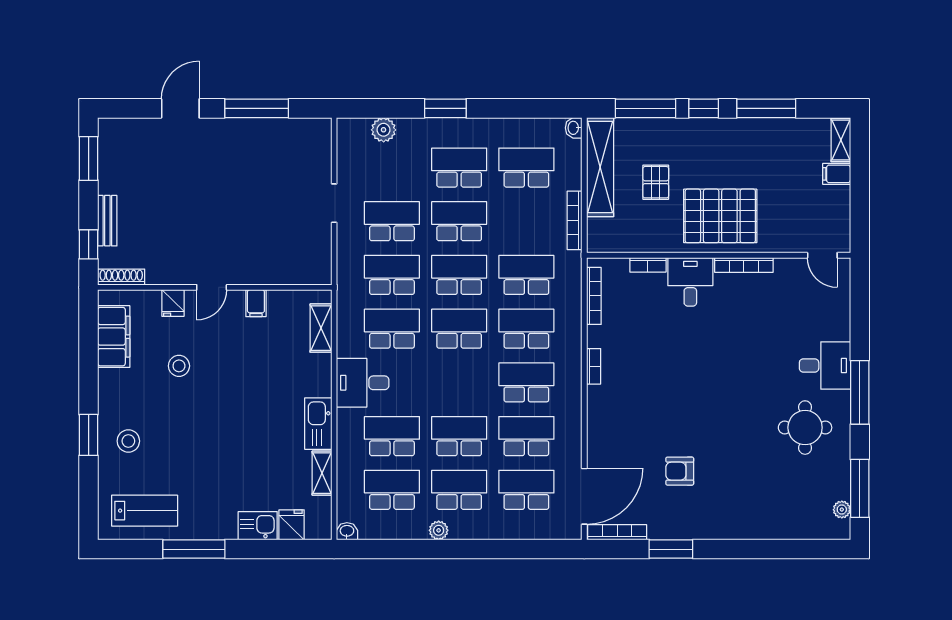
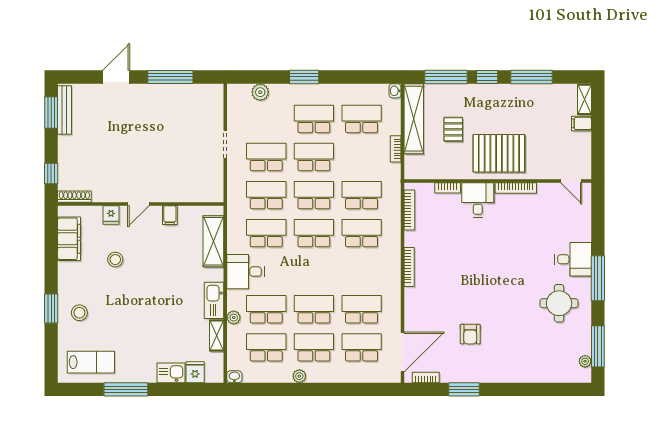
bookcase: (574, 220) -> (396, 149), width x0.64
bench: (107, 221) -> (65, 110), moved, width x1.36
shelving: (321, 328) -> (213, 241), width x1.50, depth x1.33
bookcase: (594, 366) -> (409, 267), width x1.56
school desk: (526, 382) -> (362, 271), removed
plant: (346, 448) -> (234, 318), added
armchair: (680, 471) -> (470, 334), turned -90
bookcase: (617, 532) -> (426, 377), width x0.64

